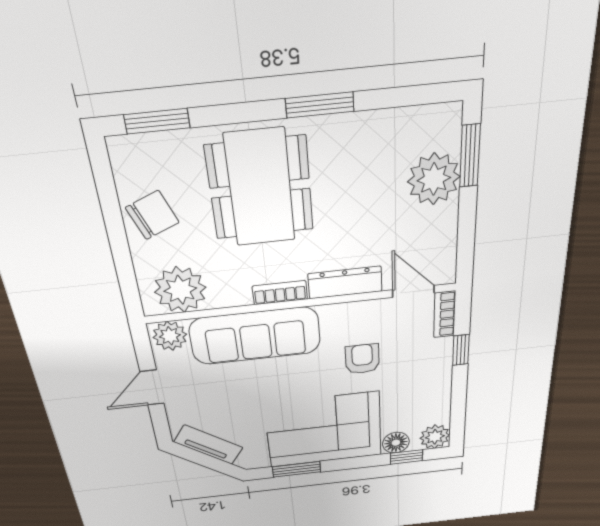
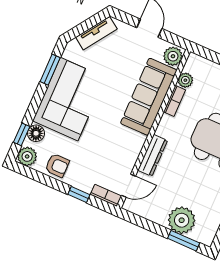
plant: (180, 290) -> (185, 80), width x0.53, depth x0.53
bookcase: (280, 293) -> (175, 101), moved
armchair: (362, 359) -> (57, 165), moved

